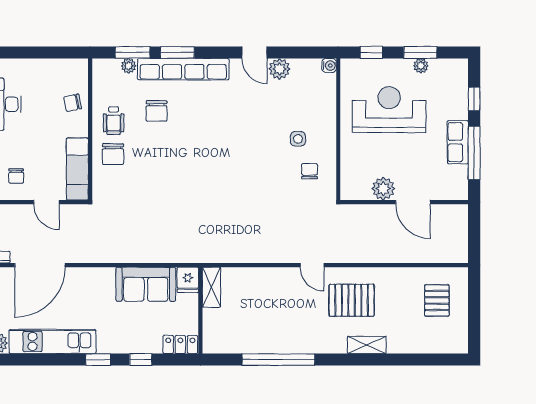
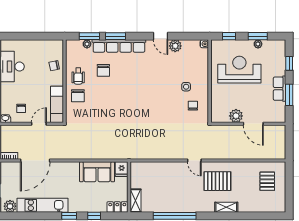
window: (474, 153) -> (289, 95), width x0.69
door: (46, 202) -> (39, 124), swing flipped
shelving: (211, 287) -> (135, 201), moved

